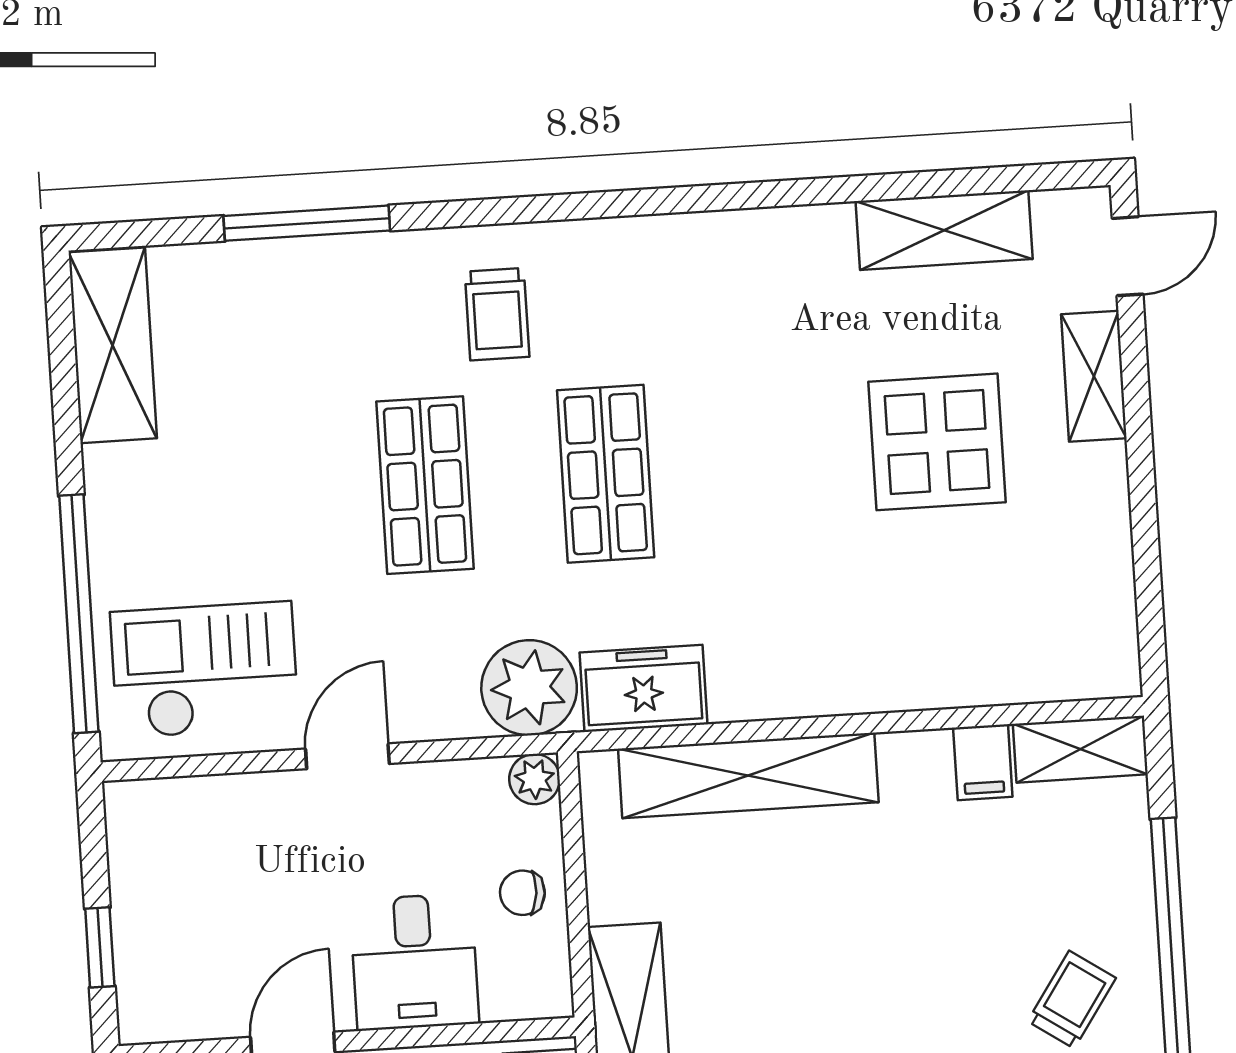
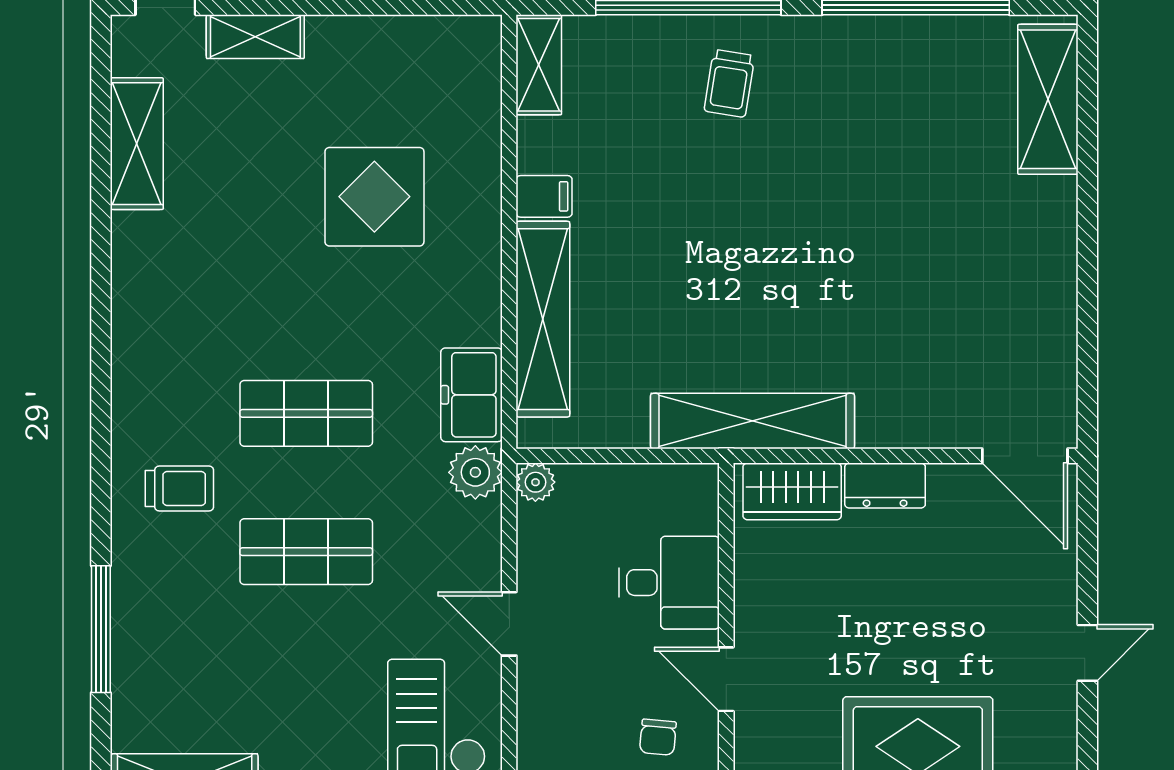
display table: (937, 442) -> (374, 197), moved
plant: (529, 688) -> (475, 472), width x0.73, depth x0.73
filing cabinet: (983, 762) -> (544, 196), moved
chair: (522, 893) -> (658, 737), moved
trolley: (1072, 1000) -> (729, 83), turned -115

